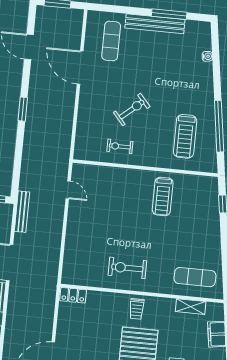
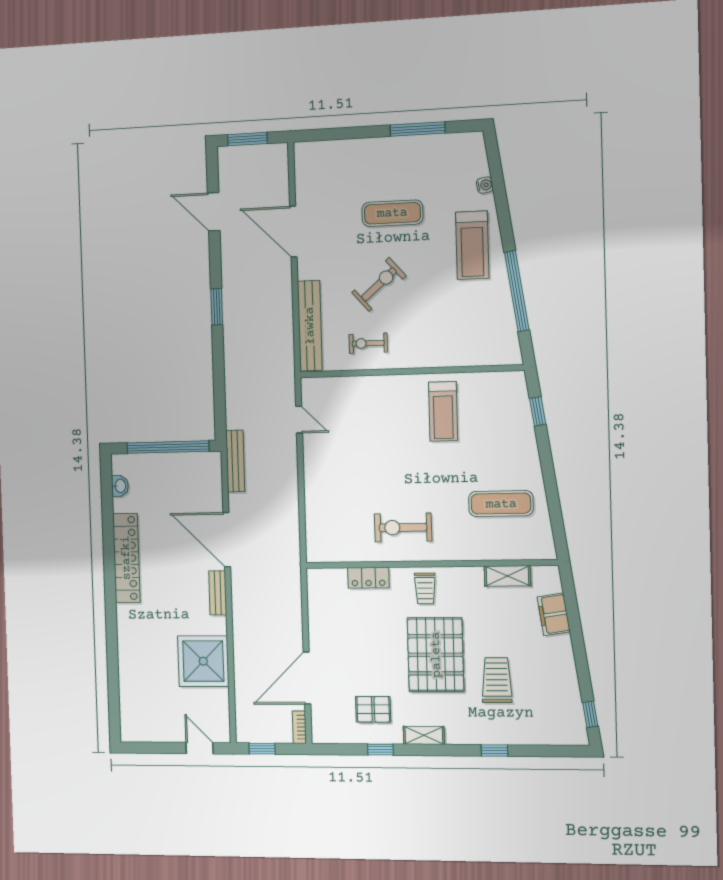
bench: (155, 24) -> (310, 326), moved, turned 90
exercise mat: (111, 41) -> (392, 213), moved, turned 90
treadmill: (185, 136) -> (472, 245), moved
exercise mat: (195, 277) -> (501, 504), moved
locker: (73, 295) -> (368, 578), moved

